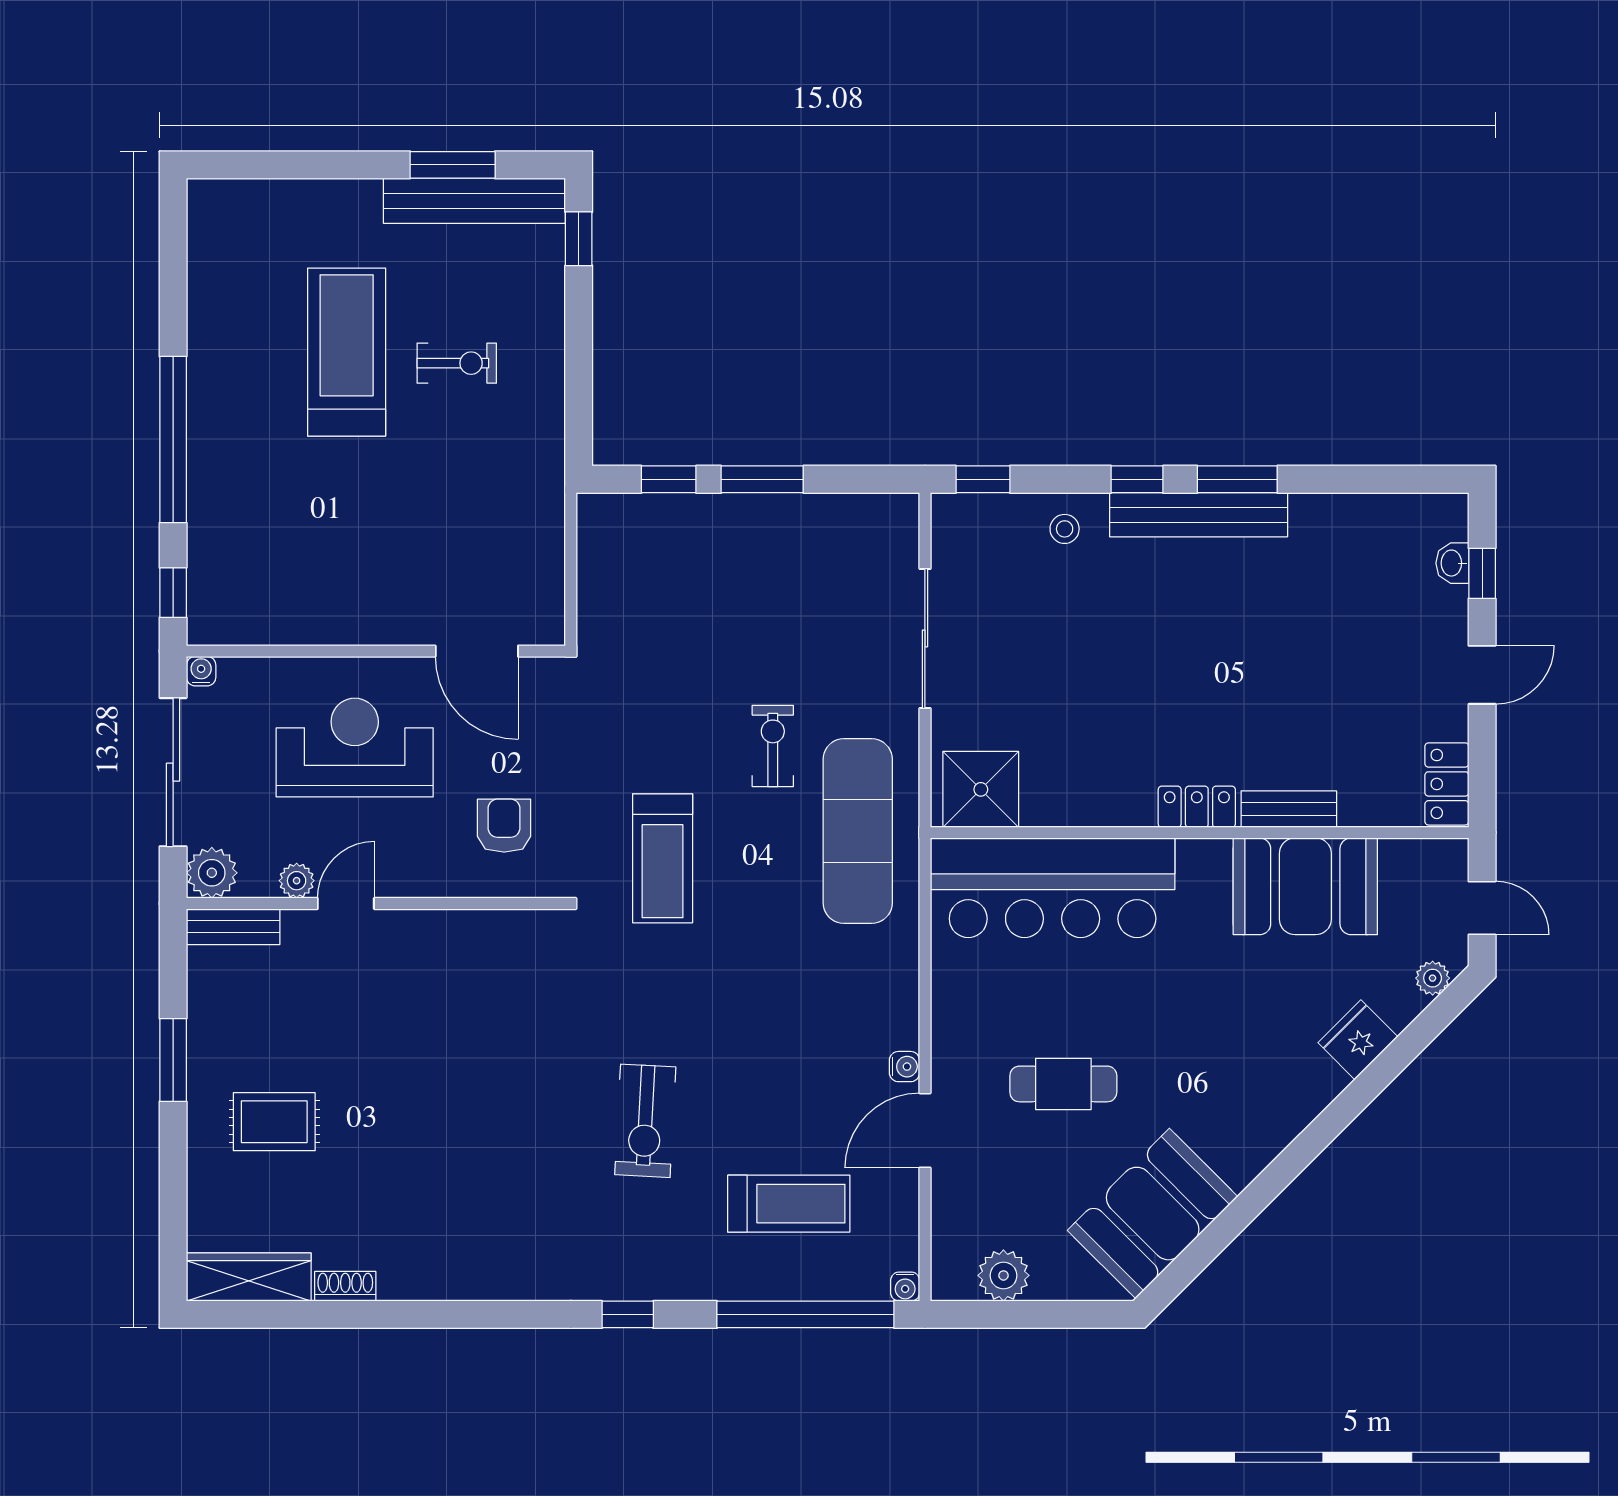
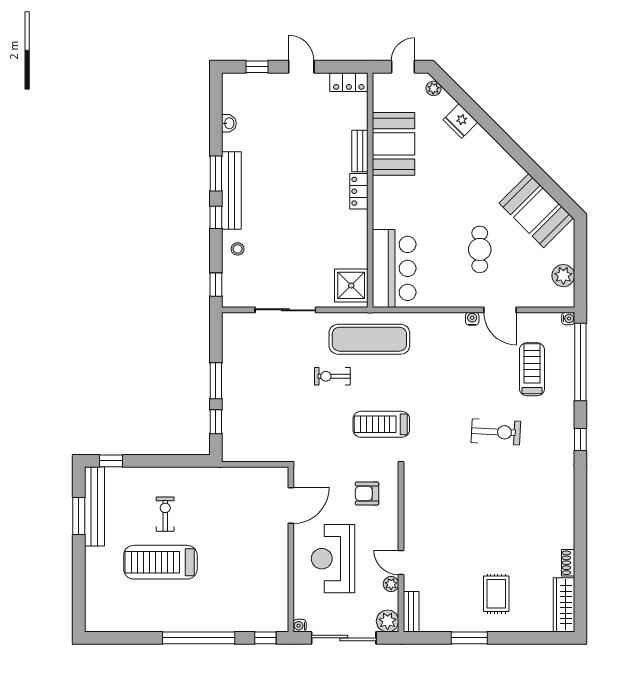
washbasin: (1452, 563) -> (229, 123), moved, turned -90
treadmill: (663, 858) -> (381, 424), turned 180
bar counter: (1053, 888) -> (394, 268), width x0.73

